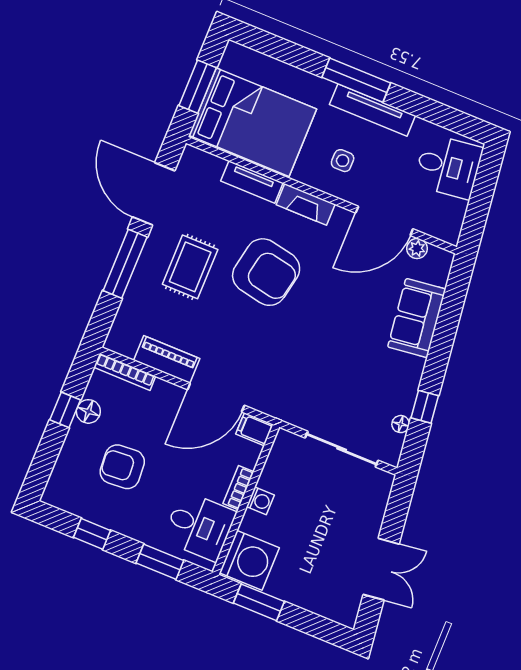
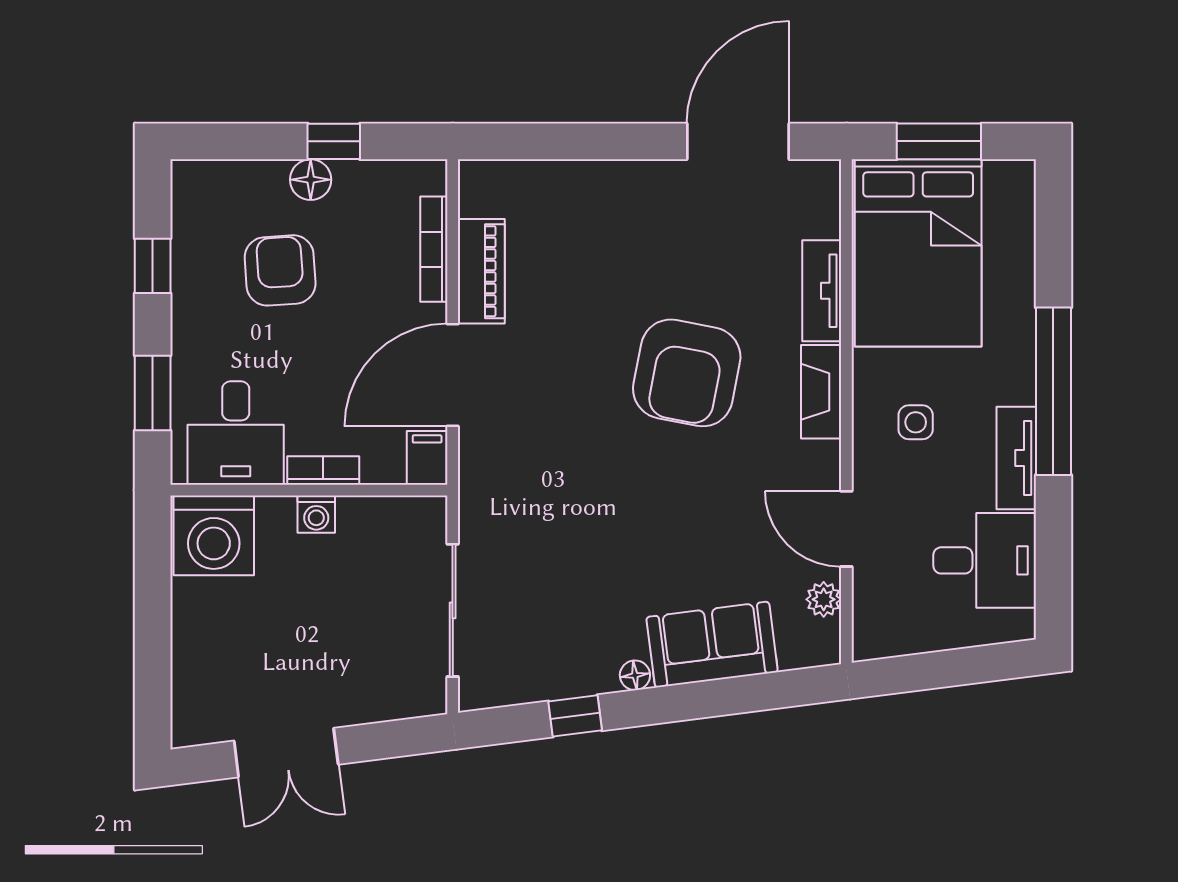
window: (356, 80) -> (1053, 391), width x1.46
tv unit: (372, 110) -> (1016, 458), width x0.71
desk: (448, 166) -> (985, 560), moved, turned -83
door: (384, 221) -> (846, 529), width x0.73
window: (125, 264) -> (607, 141), removed
rug: (190, 267) -> (645, 248), removed
bookcase: (125, 372) -> (434, 249), moved
door: (216, 398) -> (453, 375), hinge flipped
floor lamp: (88, 411) -> (311, 180), moved
floor lamp: (401, 424) -> (635, 675), moved
window: (259, 602) -> (153, 578), removed

